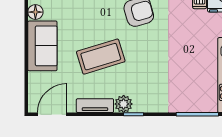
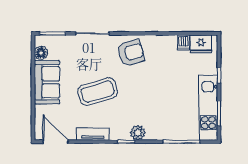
plant: (124, 104) -> (138, 133), moved
door: (52, 114) -> (56, 142), hinge flipped

